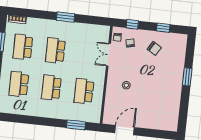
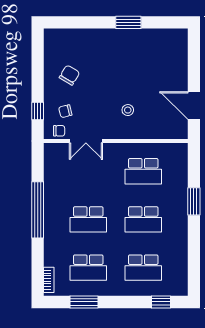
window: (66, 17) -> (38, 210), width x2.11
window: (163, 28) -> (38, 65), removed
window: (187, 77) -> (128, 22), moved
window: (76, 125) -> (194, 201), moved

